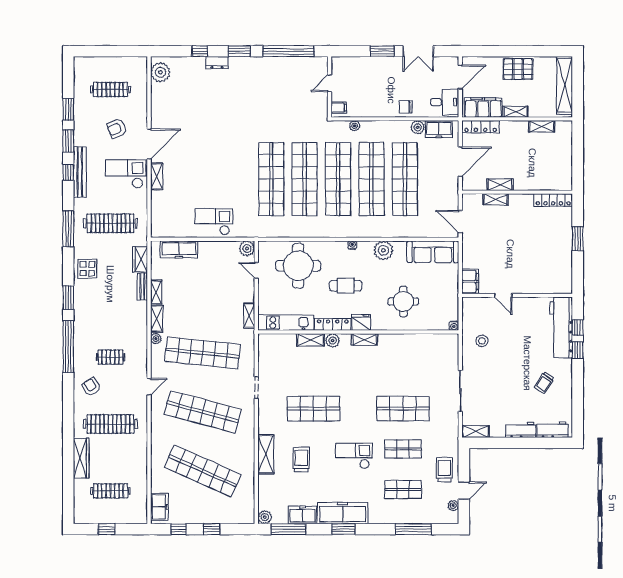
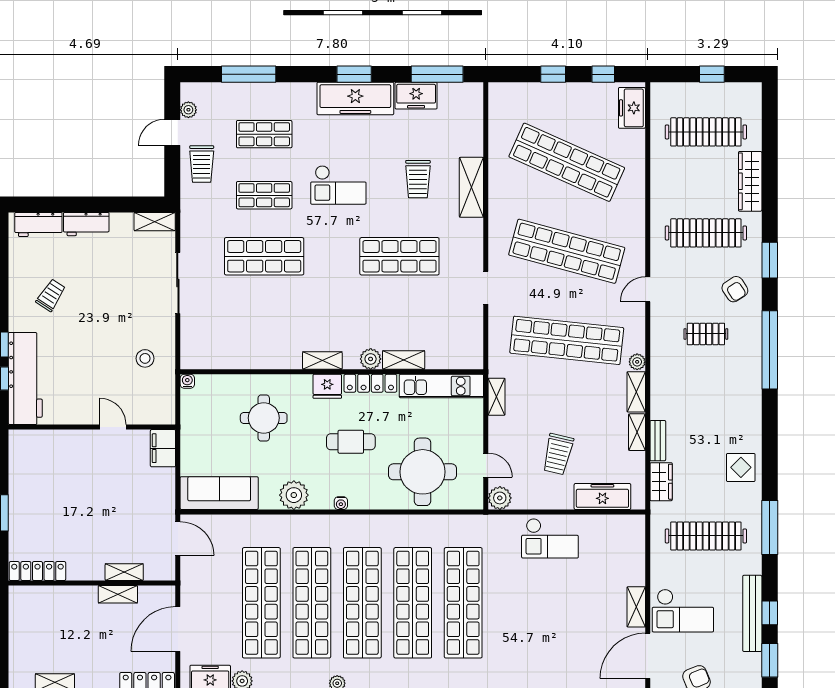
trolley: (209, 278) -> (558, 454), added
window: (68, 298) -> (770, 260), moved
clothes rail: (110, 491) -> (706, 132), width x1.37, depth x1.31
plant: (265, 517) -> (473, 92), removed

